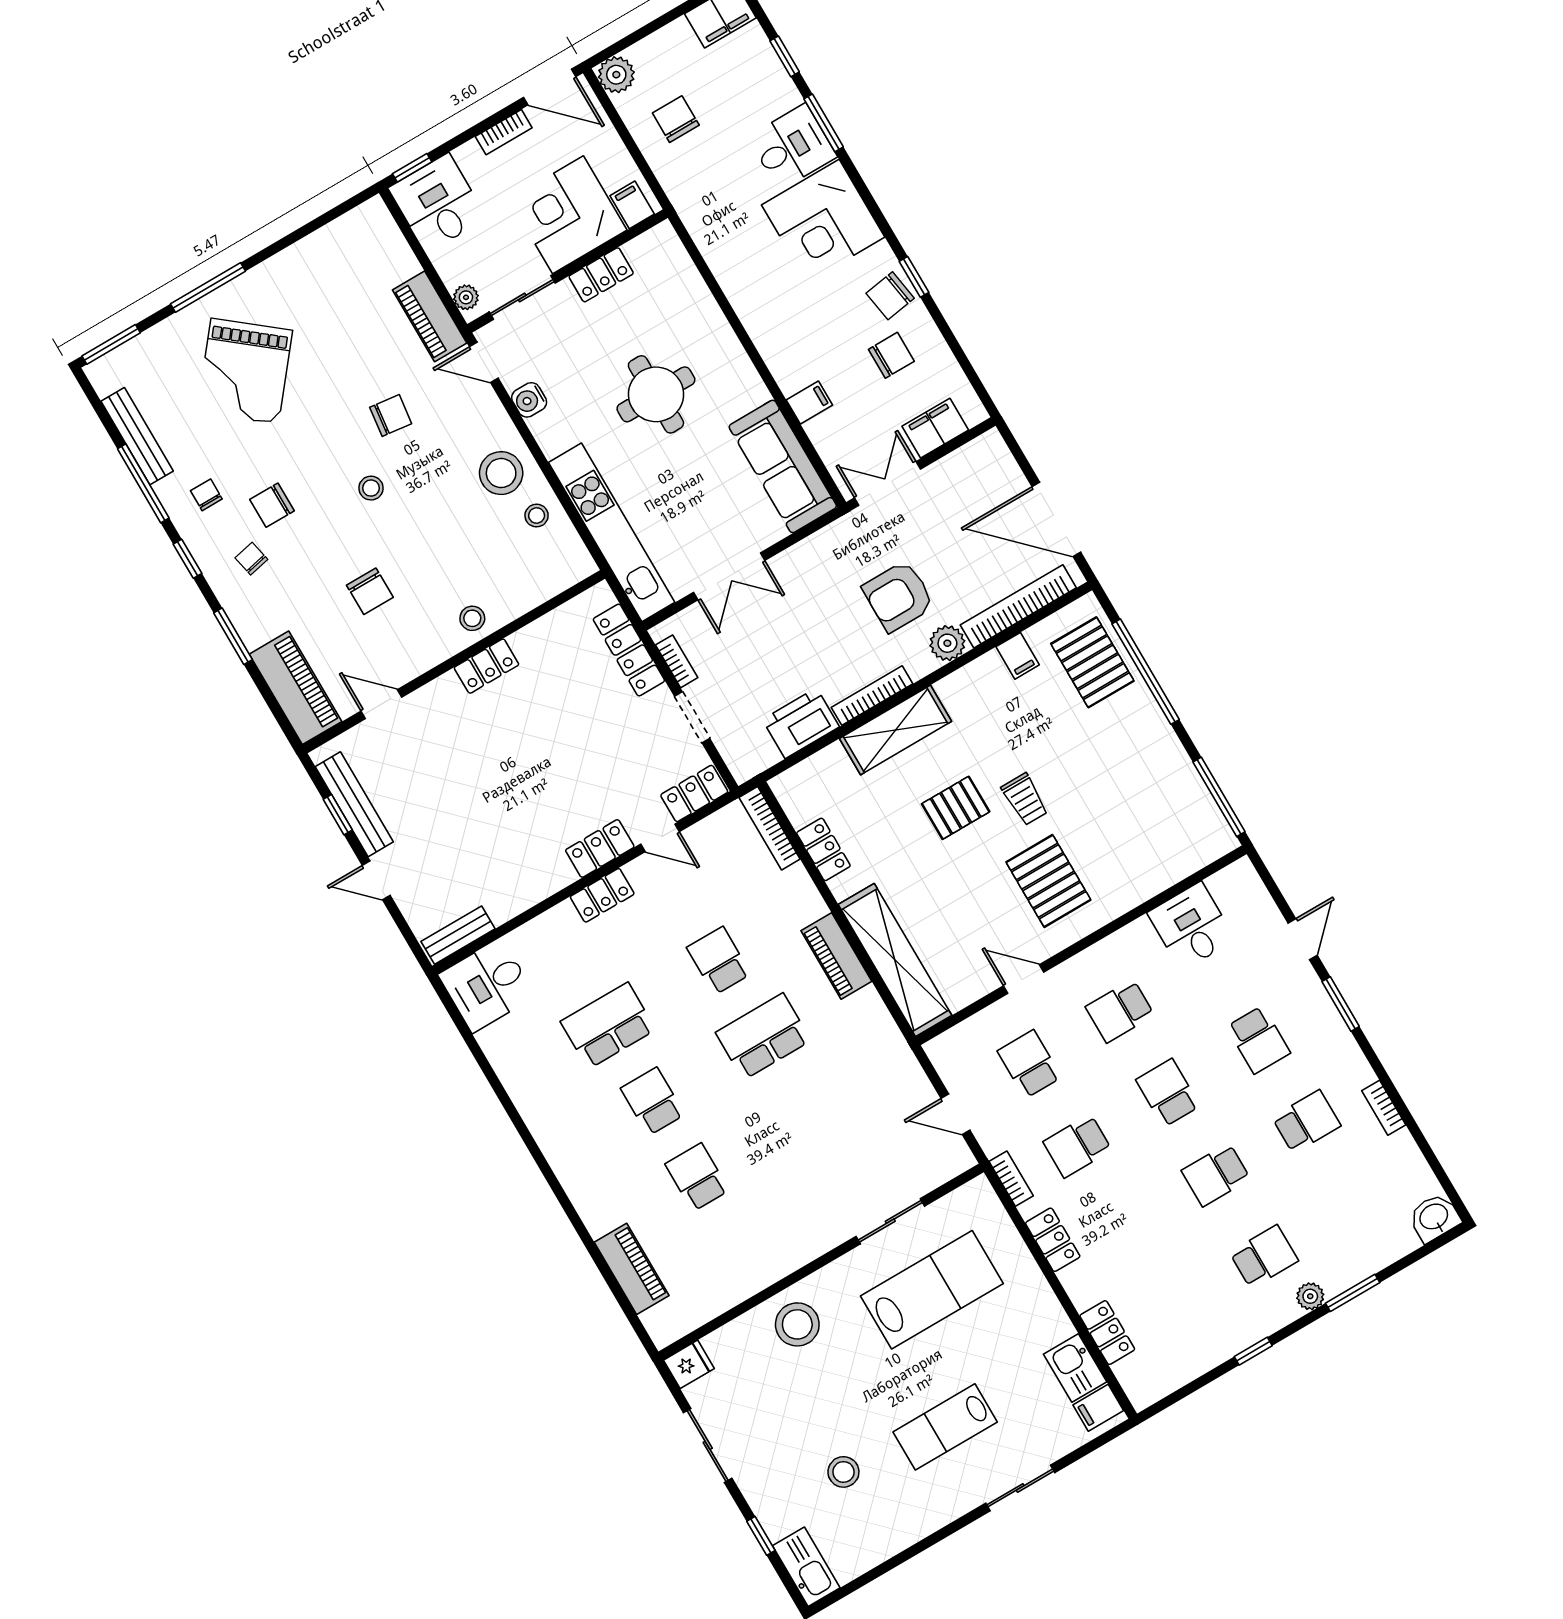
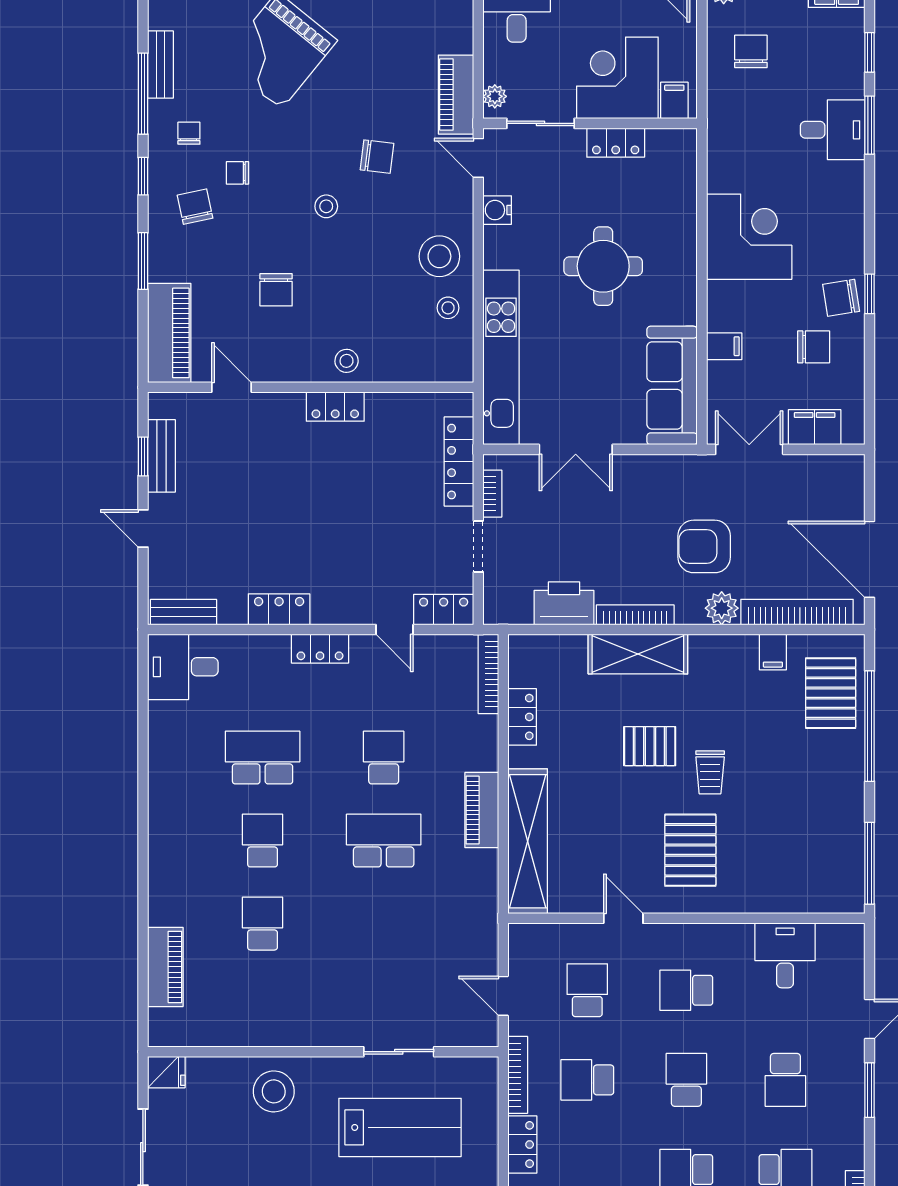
corner desk: (823, 221) -> (749, 237), moved, turned 180
bench: (137, 436) -> (160, 65), width x0.73
chair: (272, 505) -> (237, 173), width x0.73, depth x0.73
chair: (251, 559) -> (195, 207), width x1.37, depth x1.37
bench: (354, 804) -> (161, 456), width x0.73
locker: (600, 848) -> (279, 609), moved
bookcase: (1011, 1179) -> (518, 1075), width x1.56

